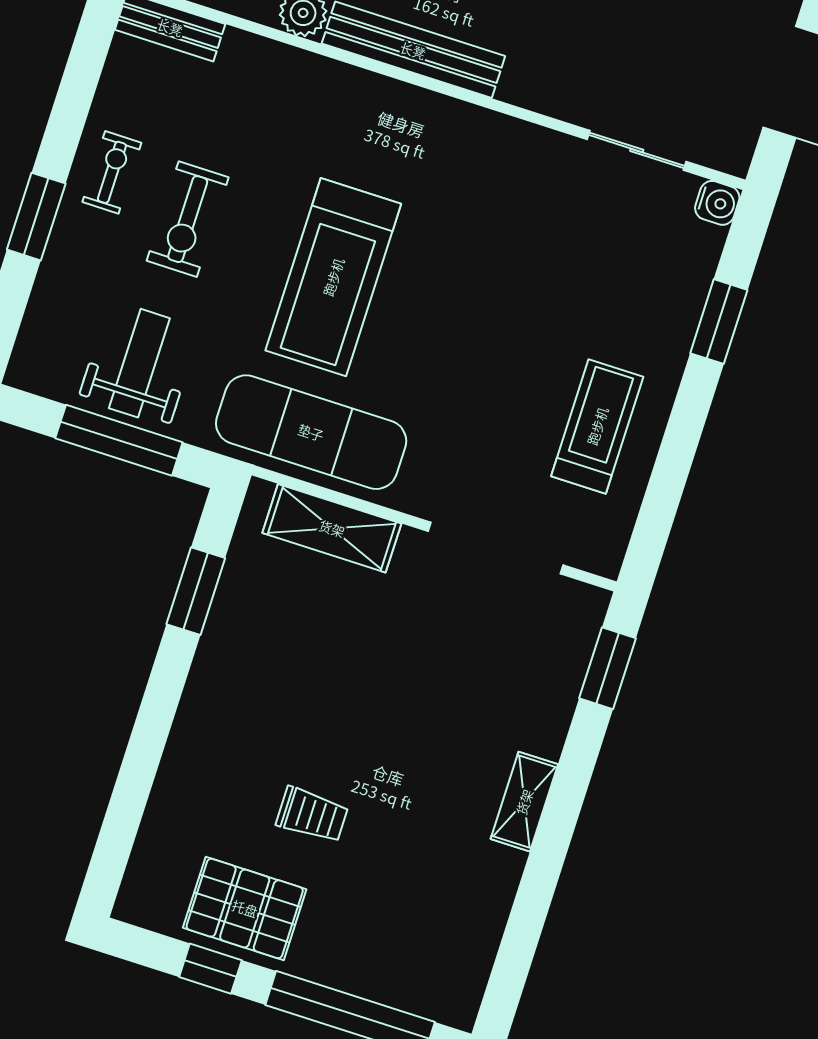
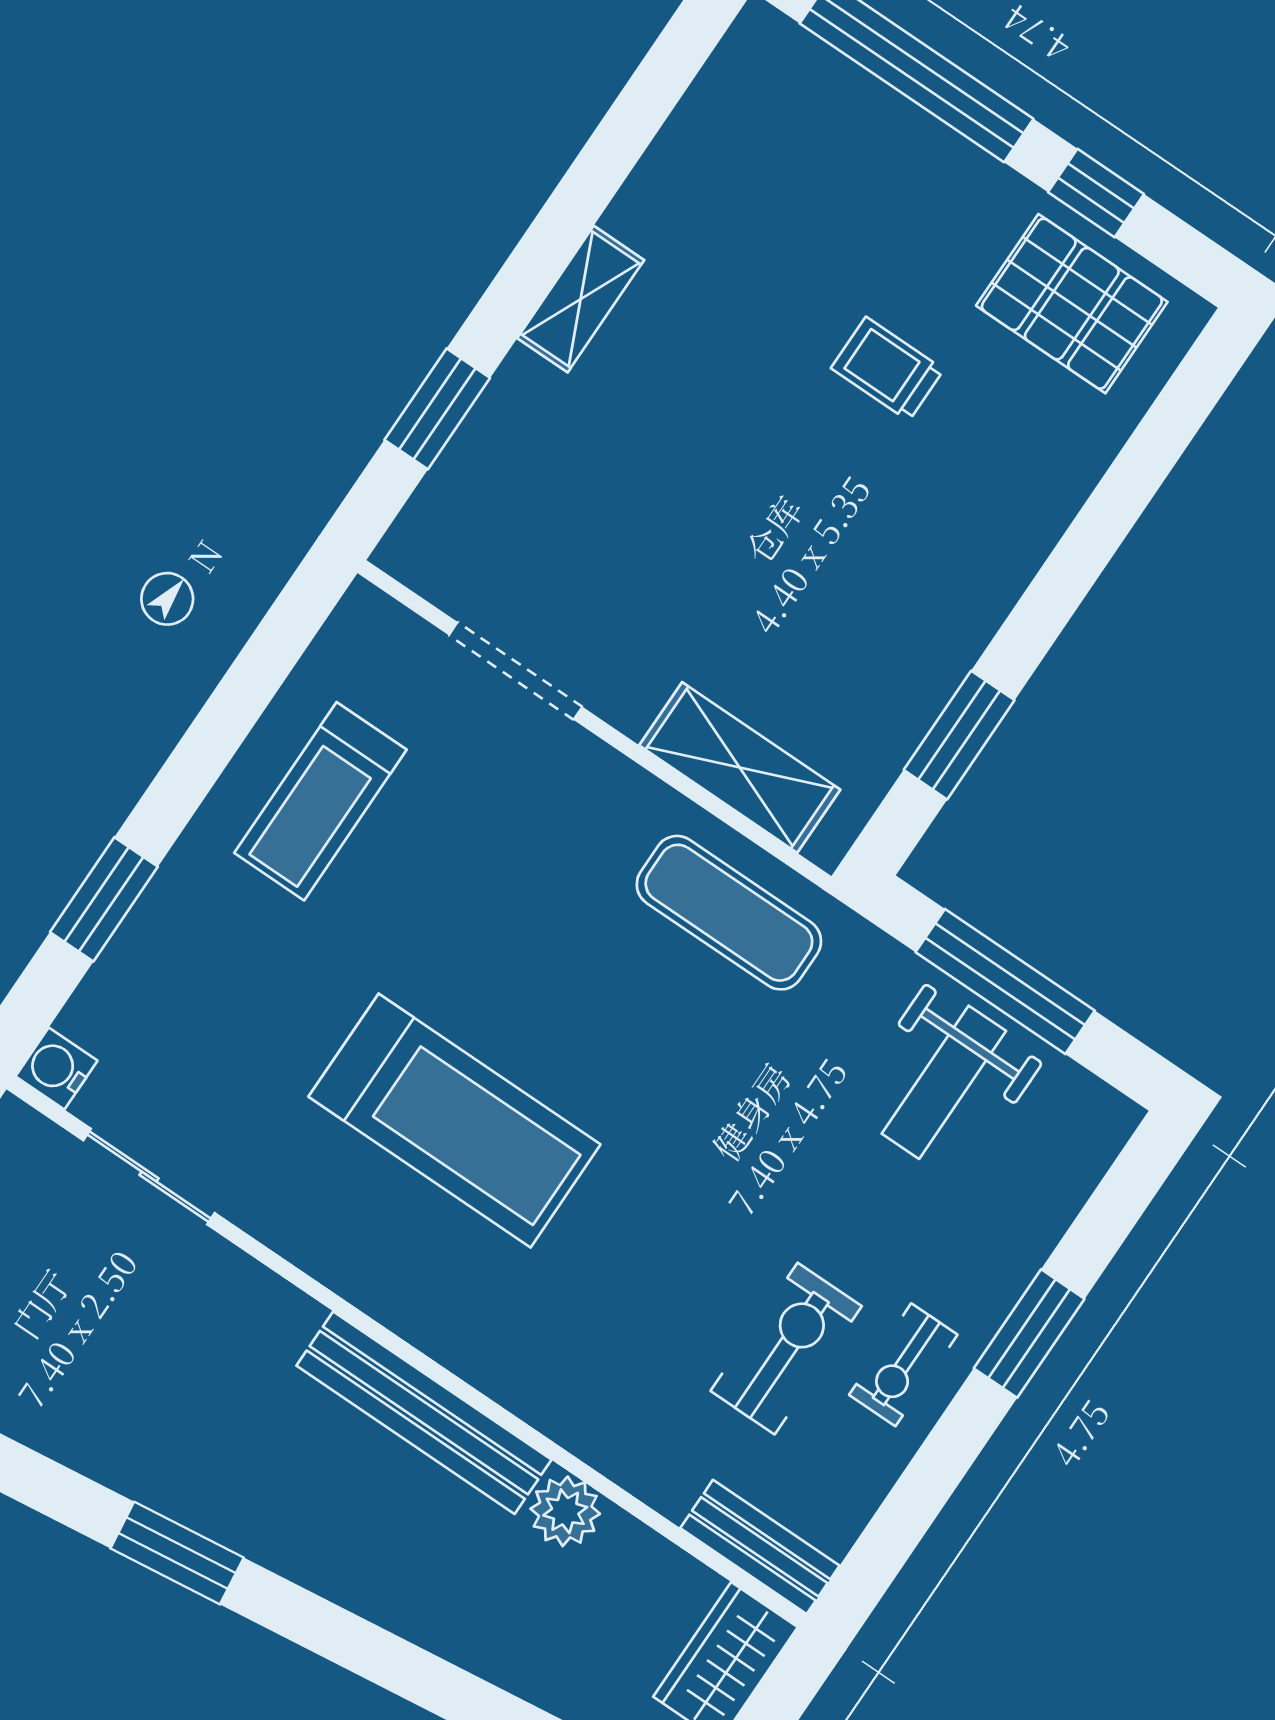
exercise bike: (188, 219) -> (786, 1349), moved
treadmill: (333, 277) -> (455, 1121), moved, turned 90
exercise mat: (311, 432) -> (729, 913), width x0.73, depth x0.69
doorway: (496, 548) -> (516, 671), width x0.73
window: (607, 668) -> (437, 409), moved
pallet: (245, 908) -> (1072, 304), moved

